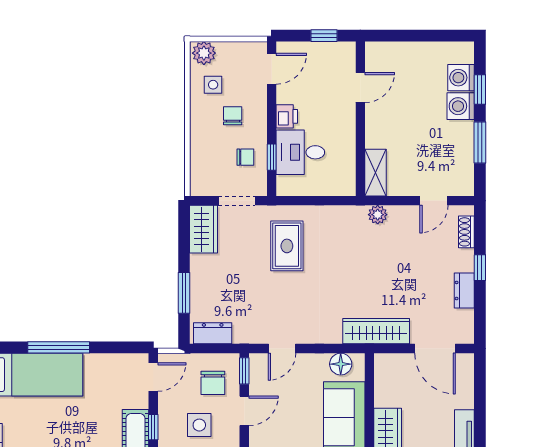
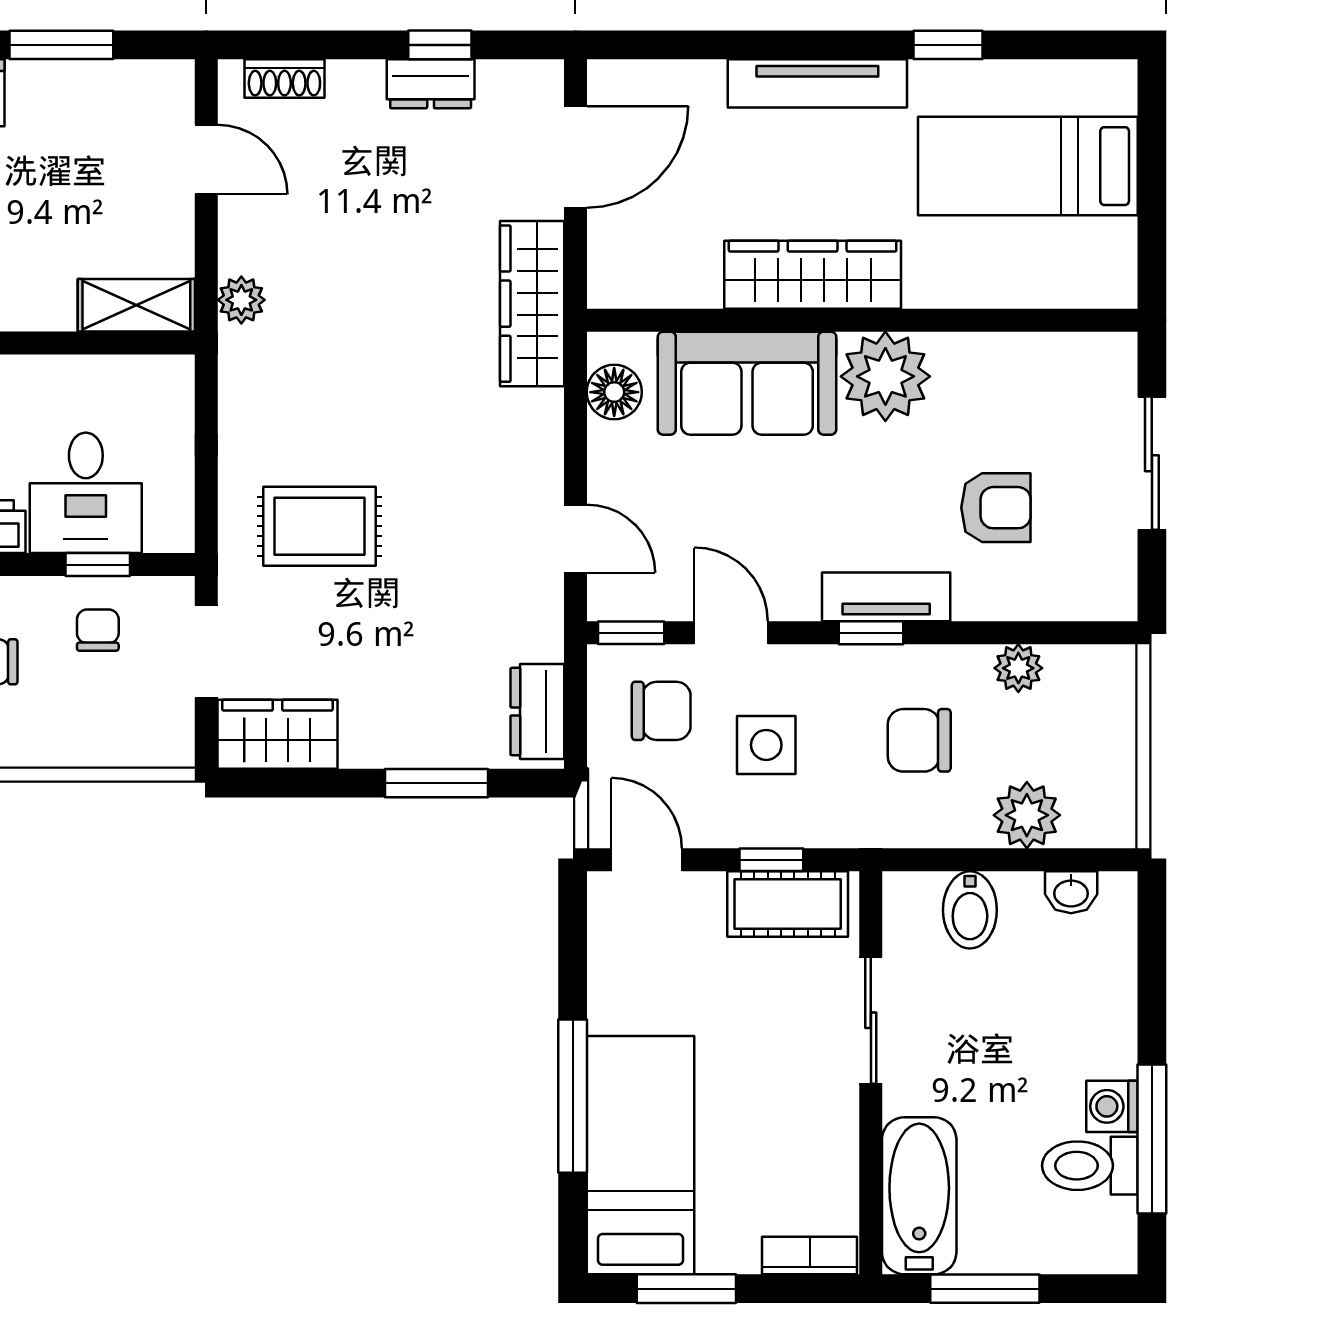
window: (480, 268) -> (440, 45), moved

